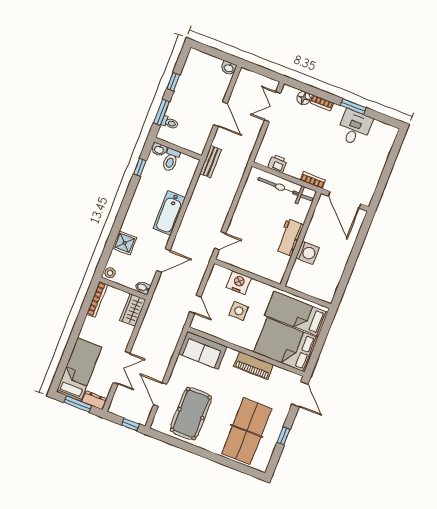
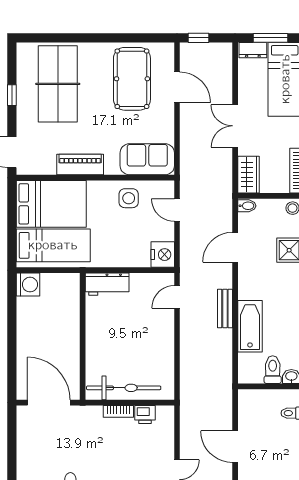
bench: (211, 162) -> (225, 309), moved
bookcase: (313, 180) -> (118, 411), moved
bathtub: (169, 213) -> (250, 326), moved
workbench: (289, 237) -> (107, 284), moved, turned 90
washing machine: (307, 253) -> (28, 285), moved, turned 180
nightstand: (239, 283) -> (163, 255), moved, turned -90
side table: (239, 311) -> (129, 198), moved
double door: (122, 368) -> (235, 126), moved

